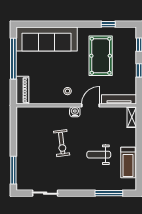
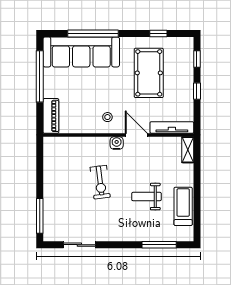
window: (56, 24) -> (93, 33), added
door: (91, 105) -> (136, 135), hinge flipped
treadmill: (128, 162) -> (183, 206), turned 180

